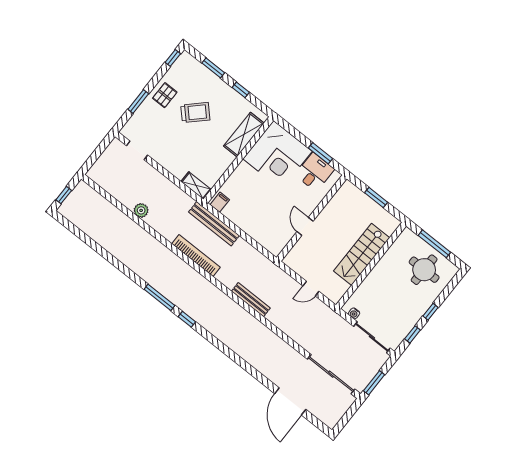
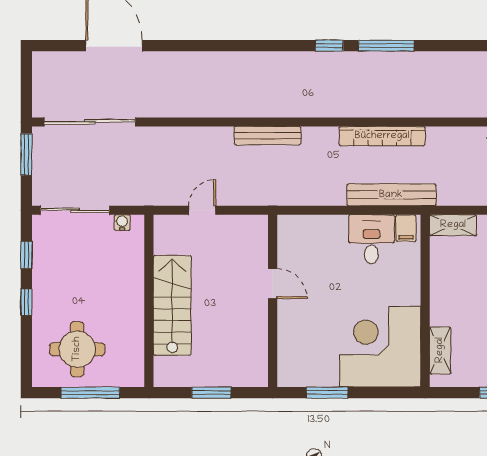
shelving: (244, 135) -> (440, 350), width x0.67, depth x0.75
desk: (315, 172) -> (371, 239), moved, turned 180

